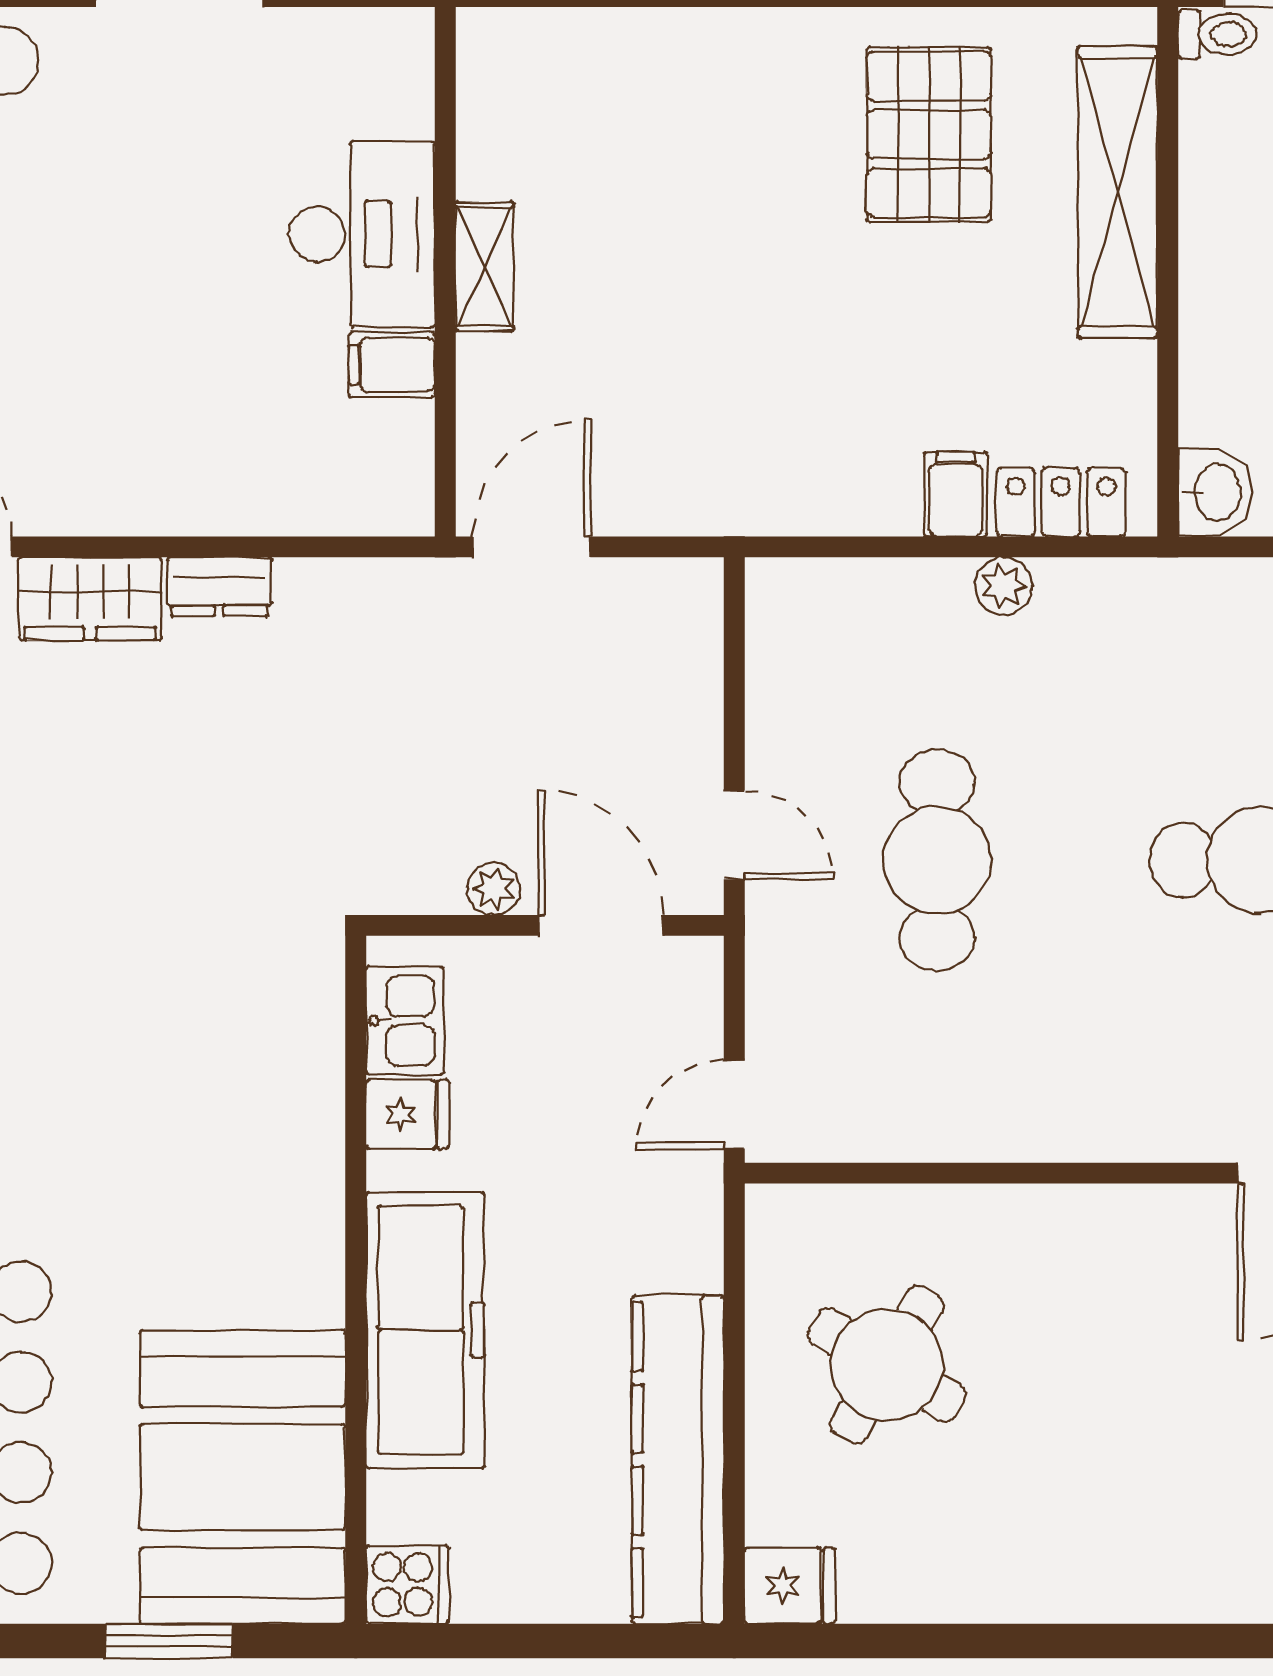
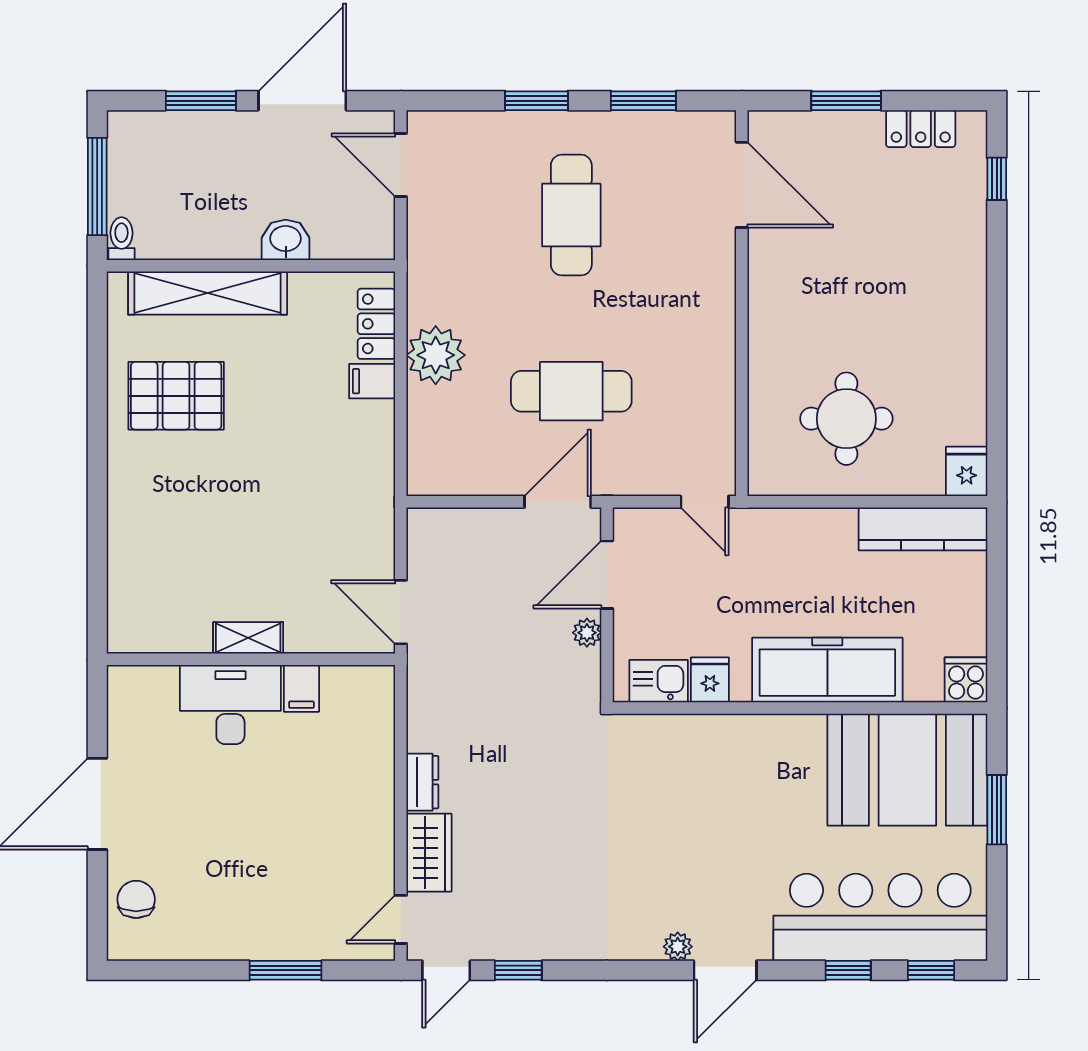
washbasin: (1215, 493) -> (286, 240), moved
plant: (1004, 586) -> (436, 355), width x1.87, depth x1.87
door: (734, 835) -> (558, 502), width x1.38
round table: (887, 1365) -> (846, 419), turned -31
kitchen counter: (678, 1460) -> (923, 529), width x0.72, depth x0.86

